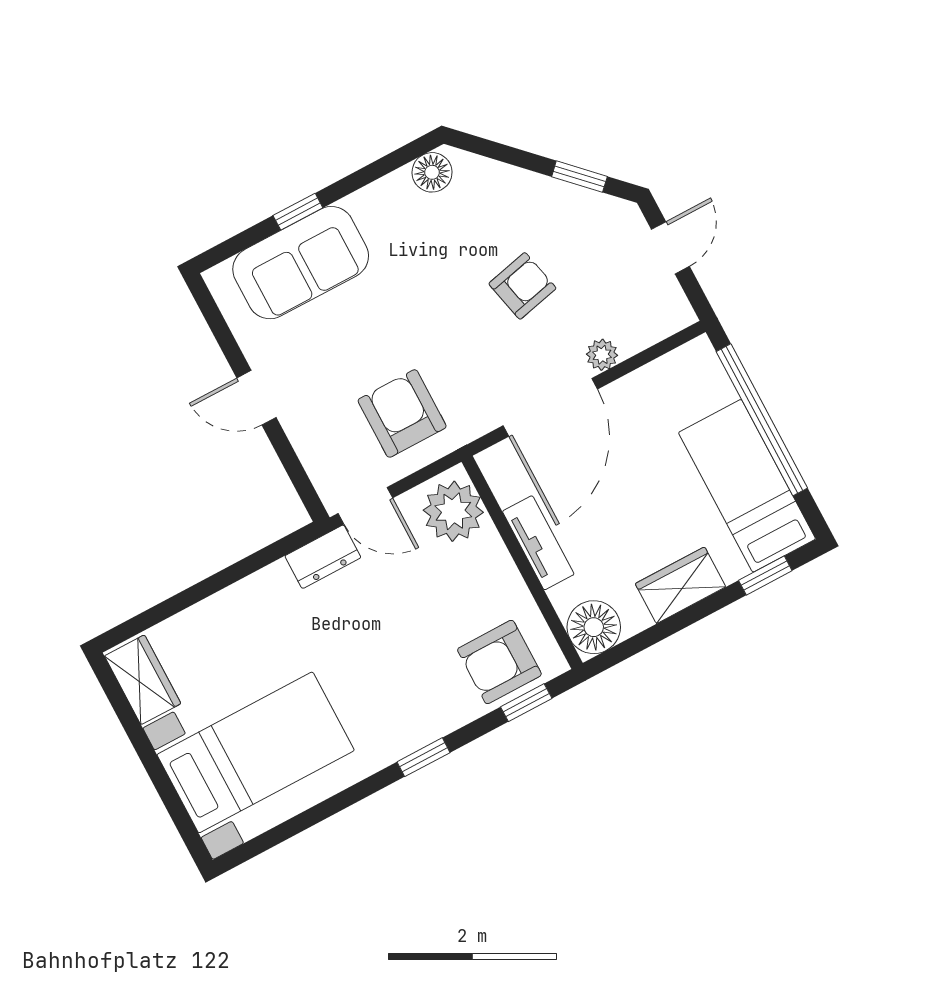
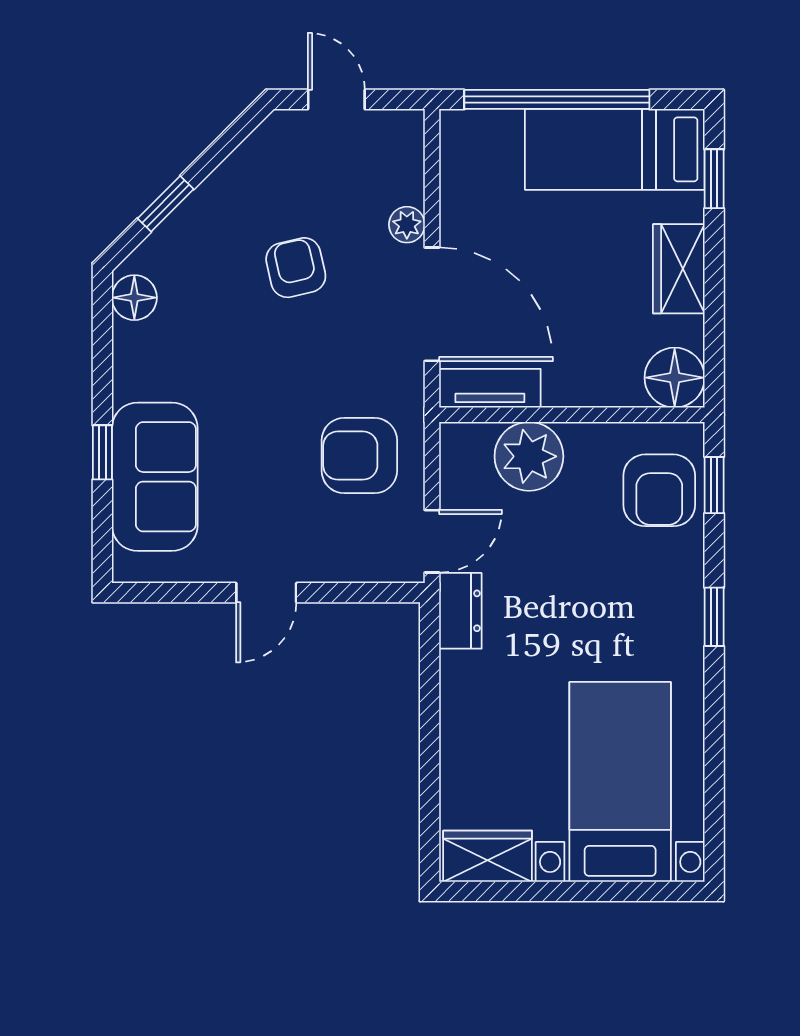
window: (579, 177) -> (166, 204), moved
plant: (453, 511) -> (529, 456), moved
tv unit: (538, 543) -> (490, 388), moved

